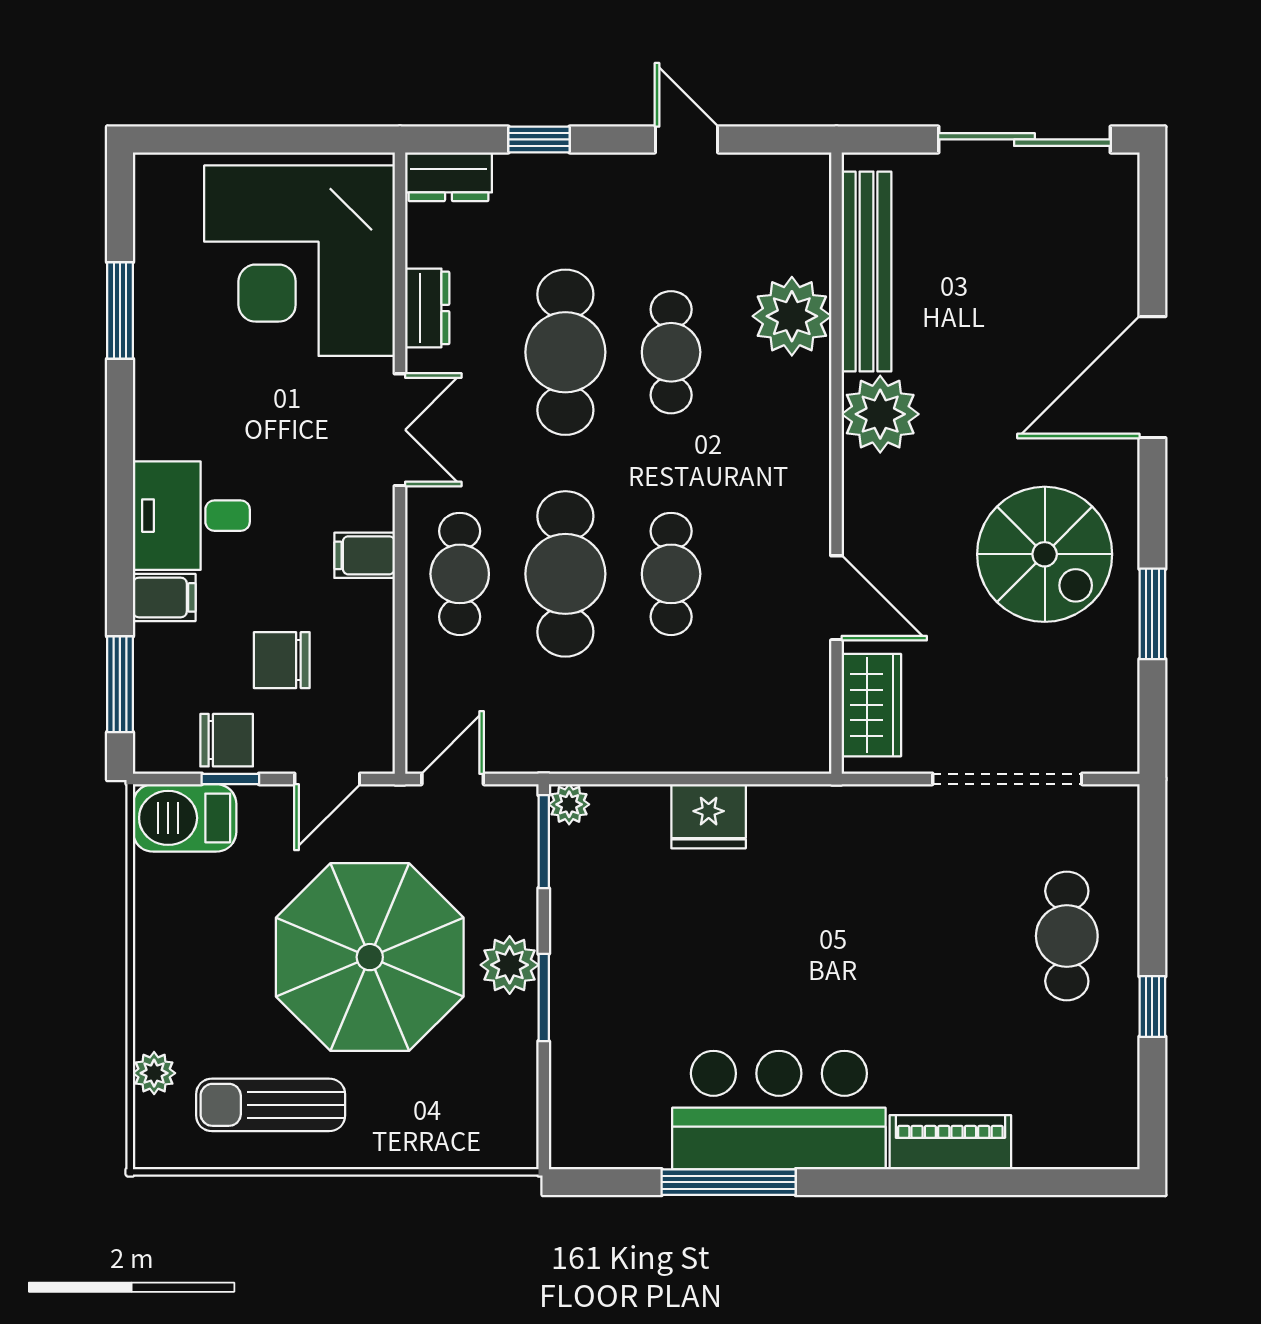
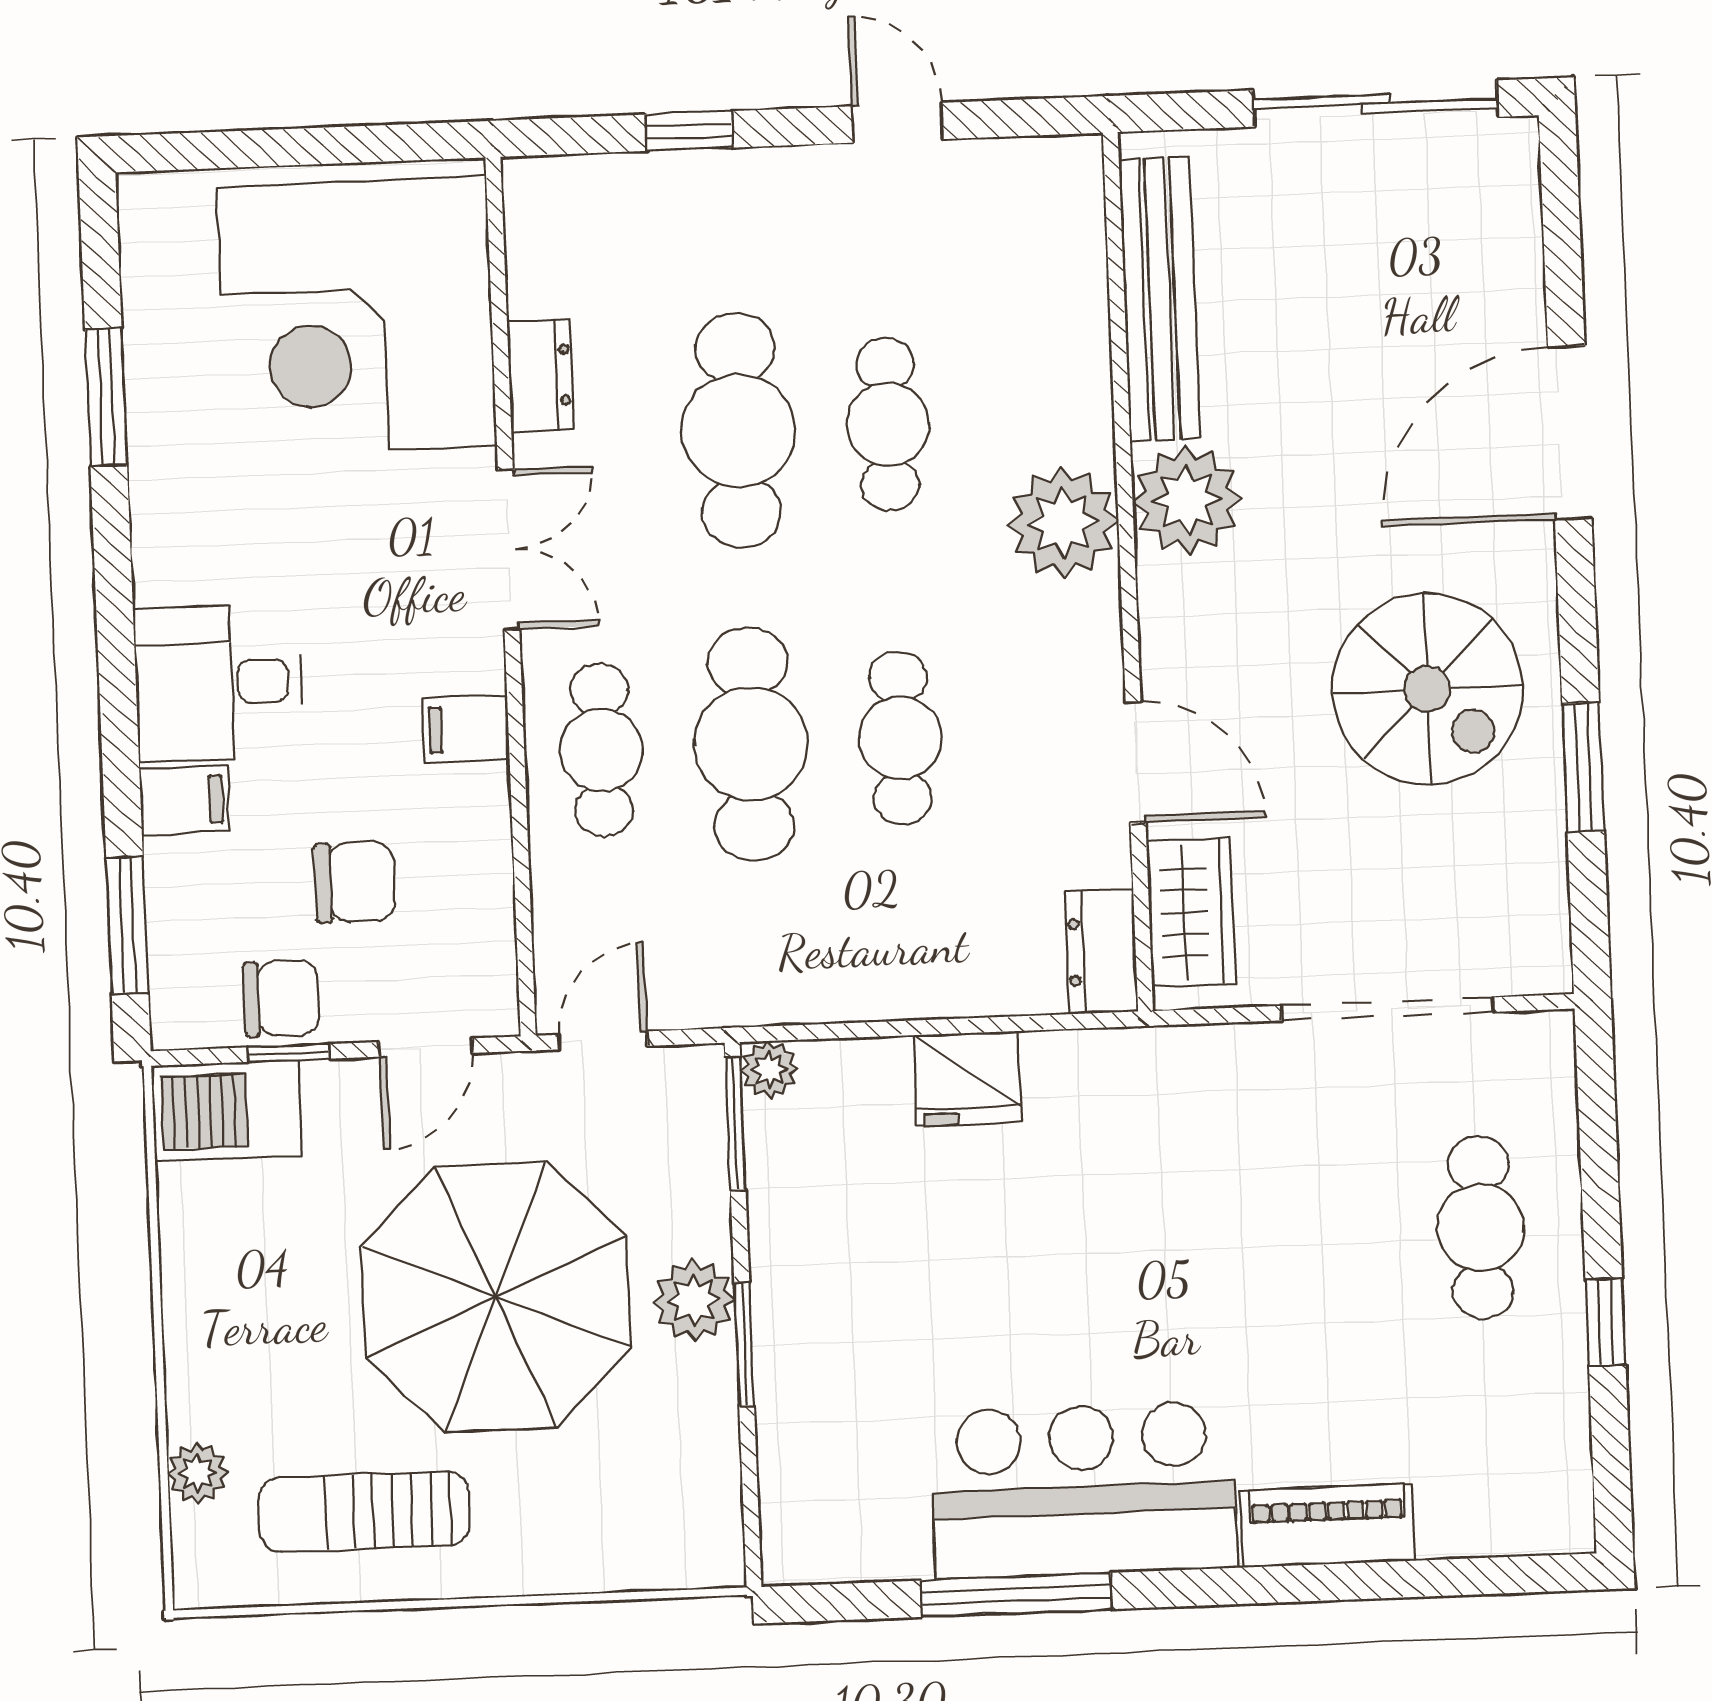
dresser: (448, 177) -> (1101, 952), moved, turned 90
plant: (792, 316) -> (1063, 523), moved
chair: (282, 660) -> (355, 882), turned 180

